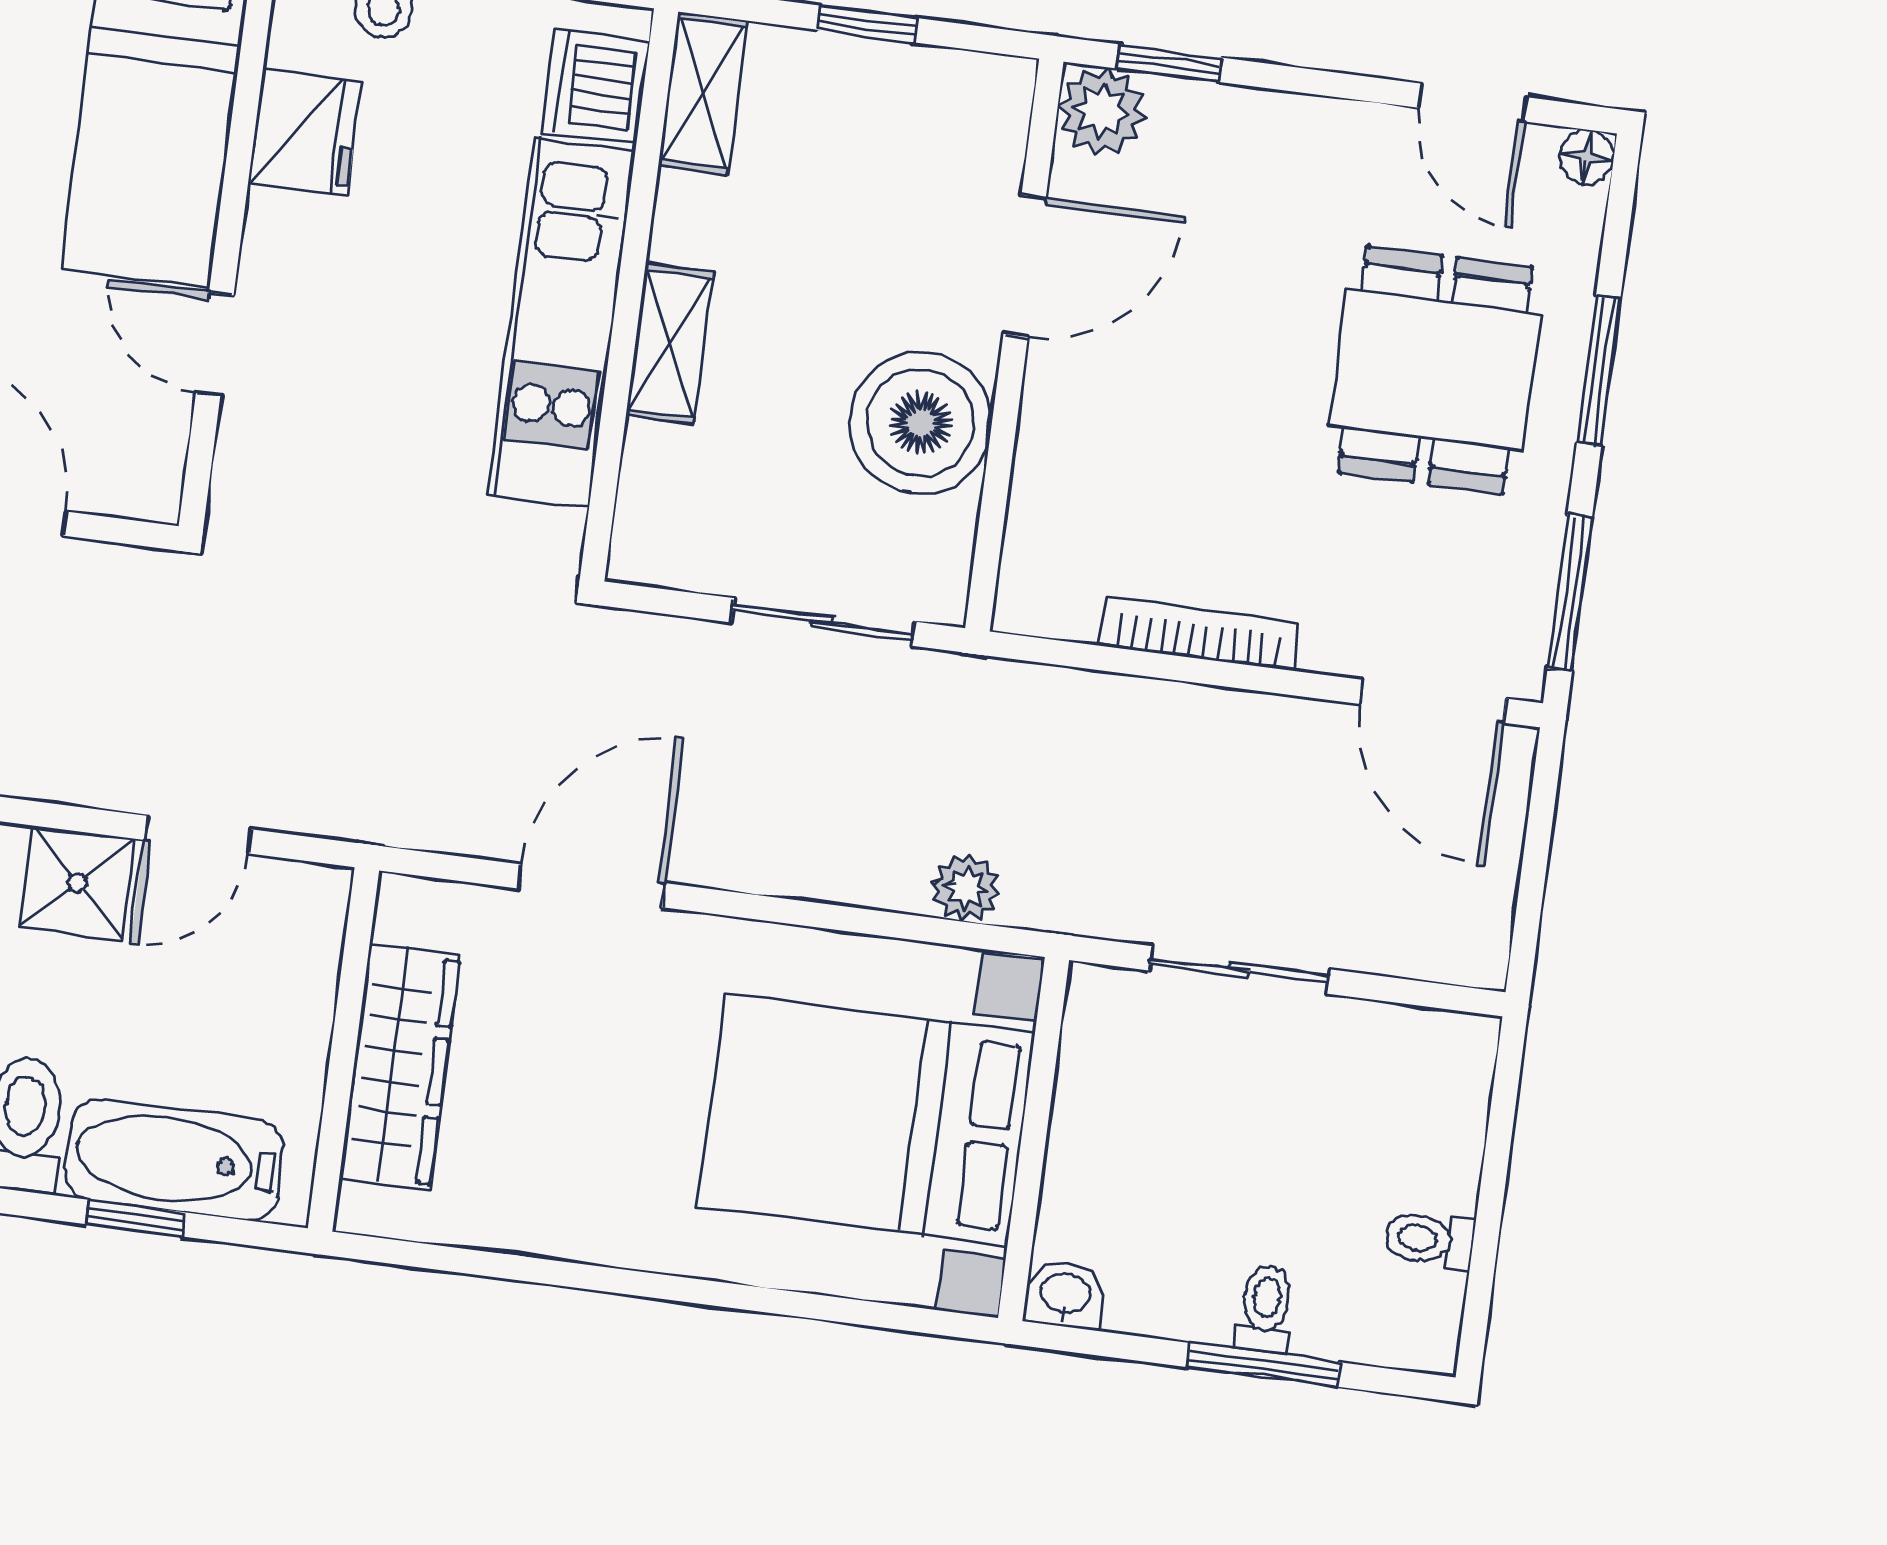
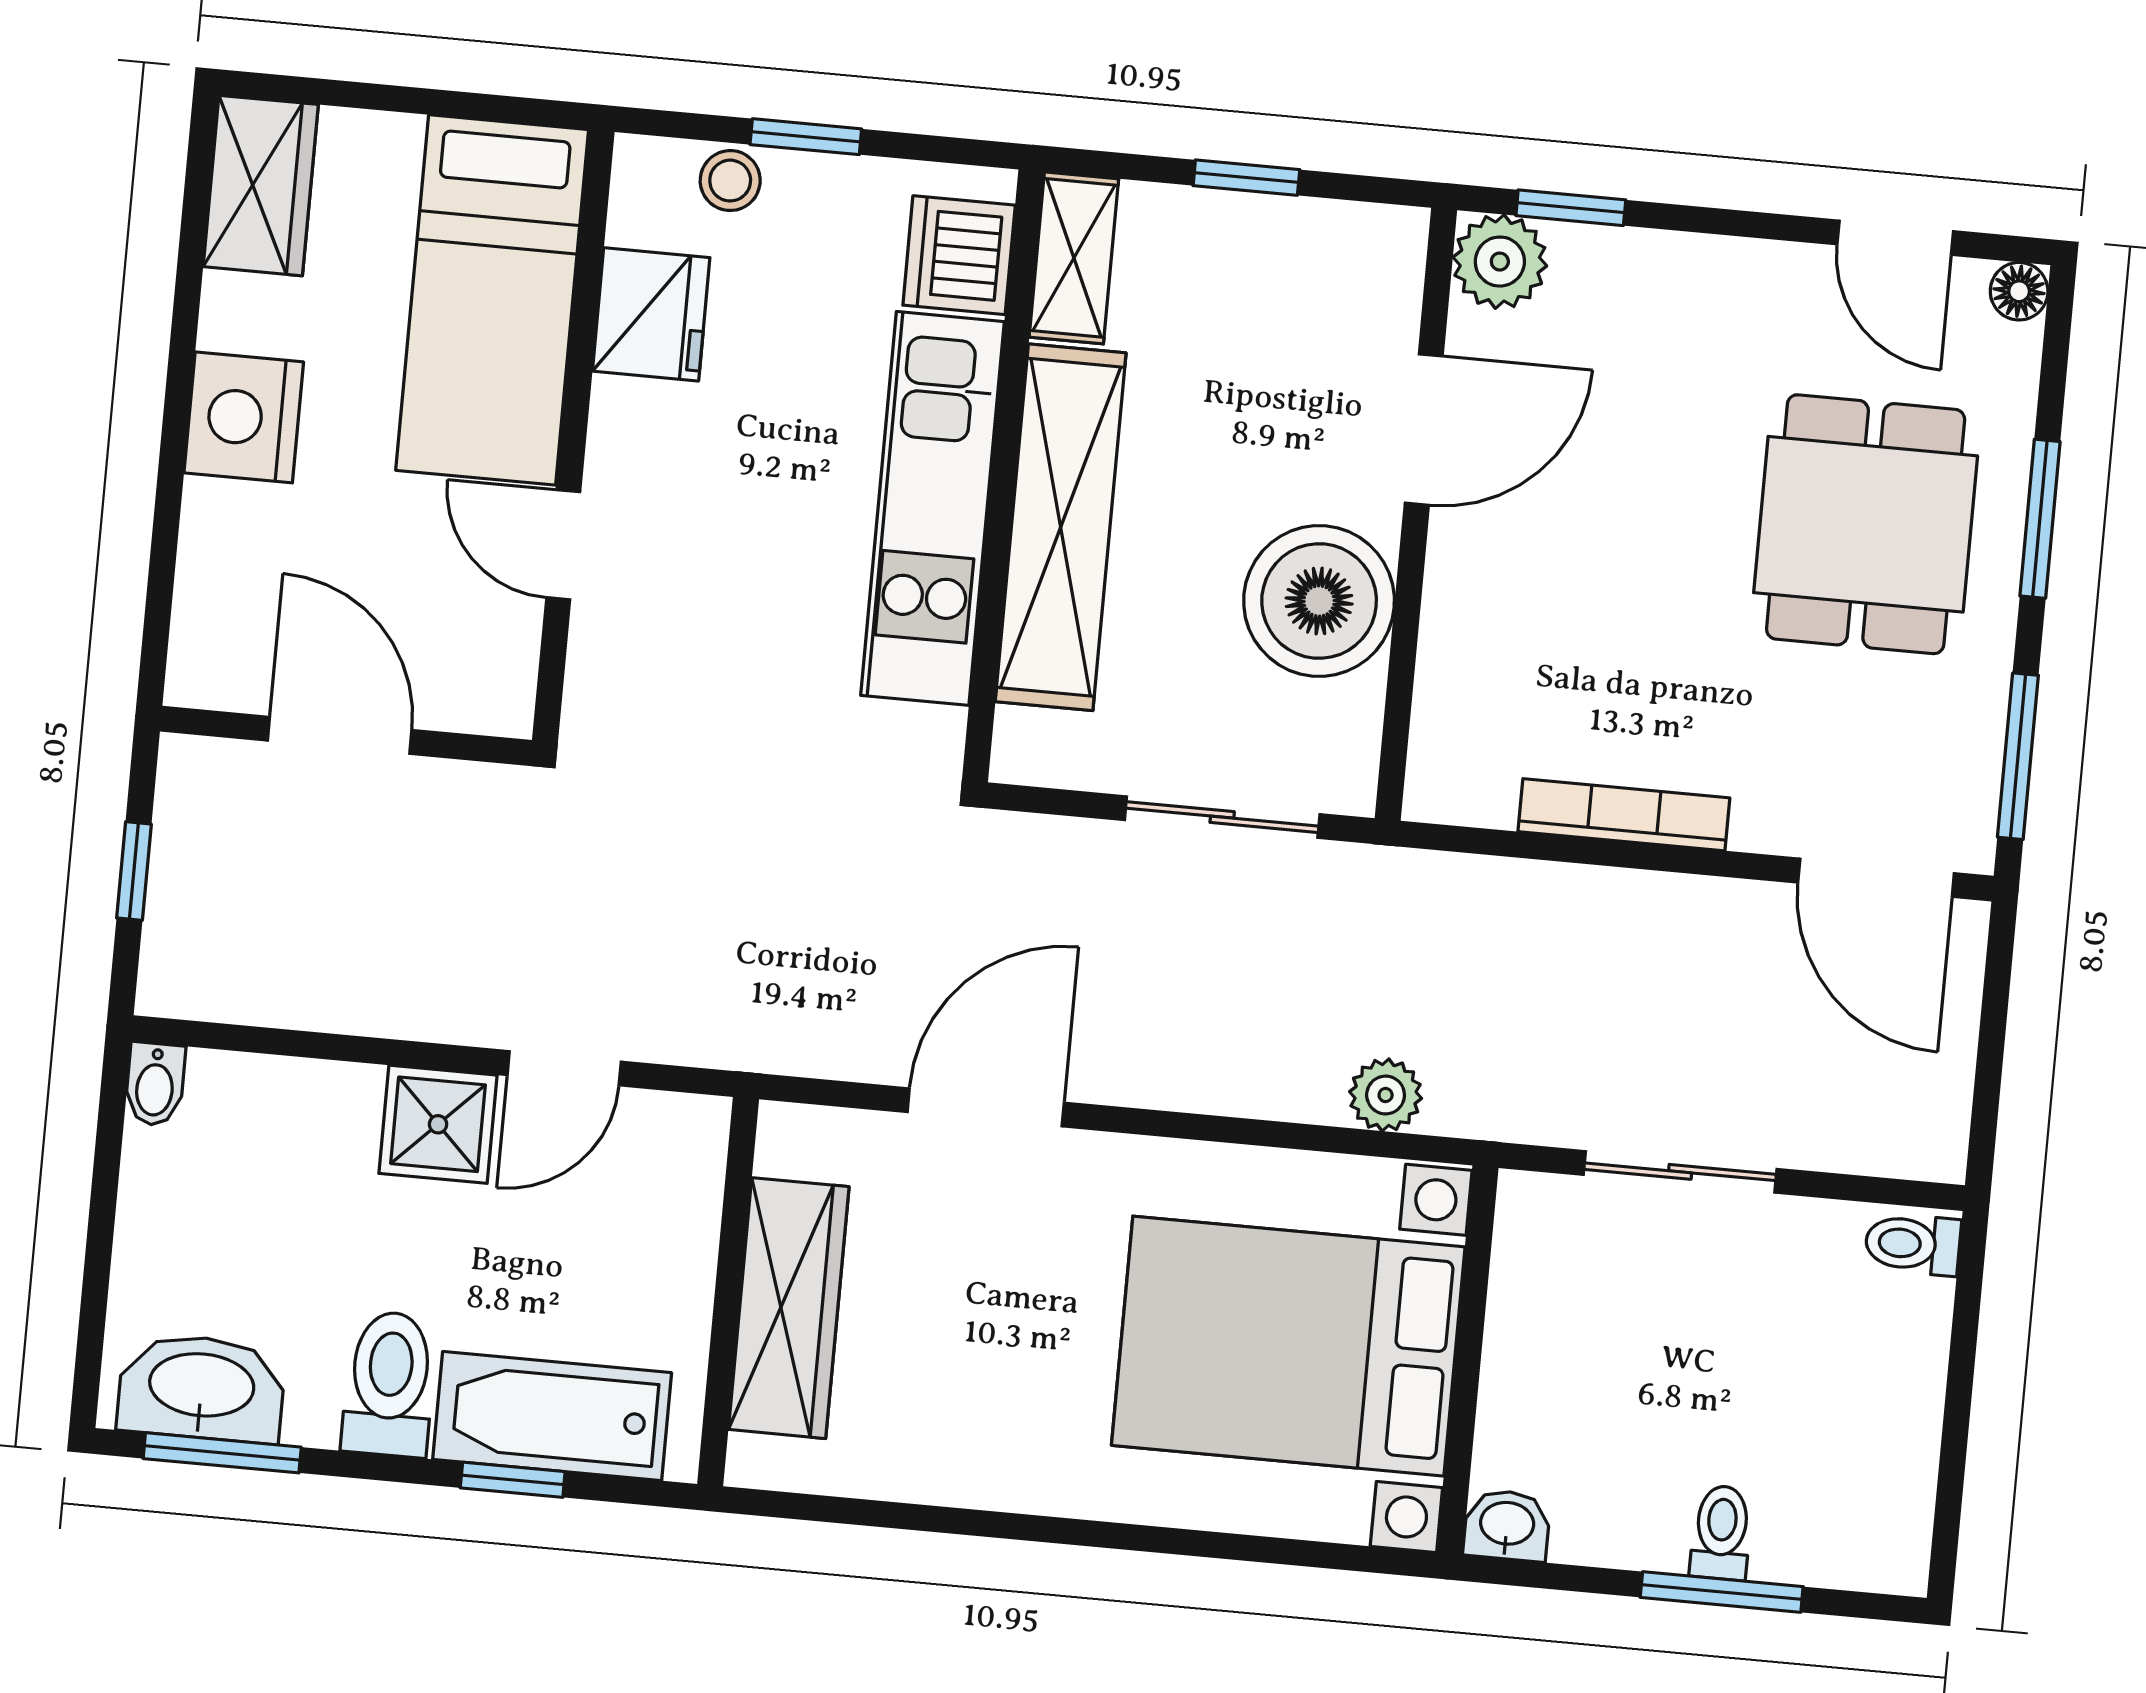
shelving: (670, 344) -> (1061, 527), width x2.20, depth x1.33
toilet: (1429, 1239) -> (1913, 1244), moved

